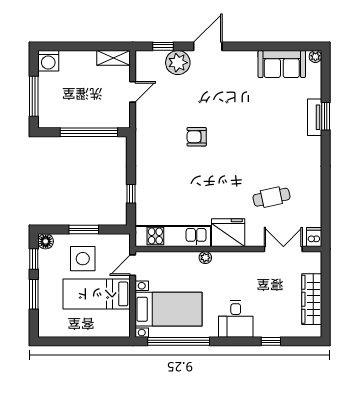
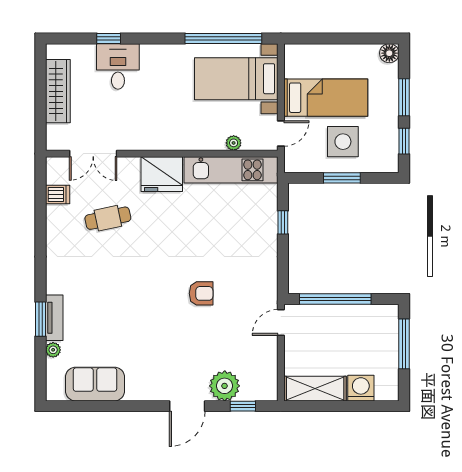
plant: (315, 57) -> (53, 350), moved
shelving: (113, 58) -> (315, 389), width x1.50, depth x1.33
washing machine: (48, 61) -> (361, 388), moved
door: (133, 92) -> (281, 322), moved
dishwasher: (314, 237) -> (58, 195), moved, turned -90
floor lamp: (46, 241) -> (389, 53), moved
plant: (205, 258) -> (234, 143), moved
desk: (236, 319) -> (118, 66), moved

